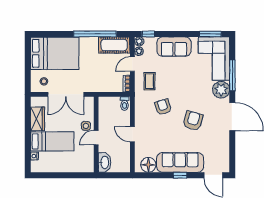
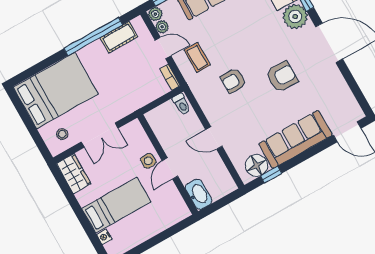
cot: (114, 45) -> (119, 37), width x0.73, depth x0.75
door: (132, 64) -> (163, 48), swing flipped
double door: (66, 94) -> (100, 135), width x0.73
armchair: (163, 107) -> (233, 81), turned -72
wardrobe: (38, 119) -> (74, 174), moved
armchair: (193, 121) -> (282, 77), turned 75
window: (180, 175) -> (271, 175), moved

